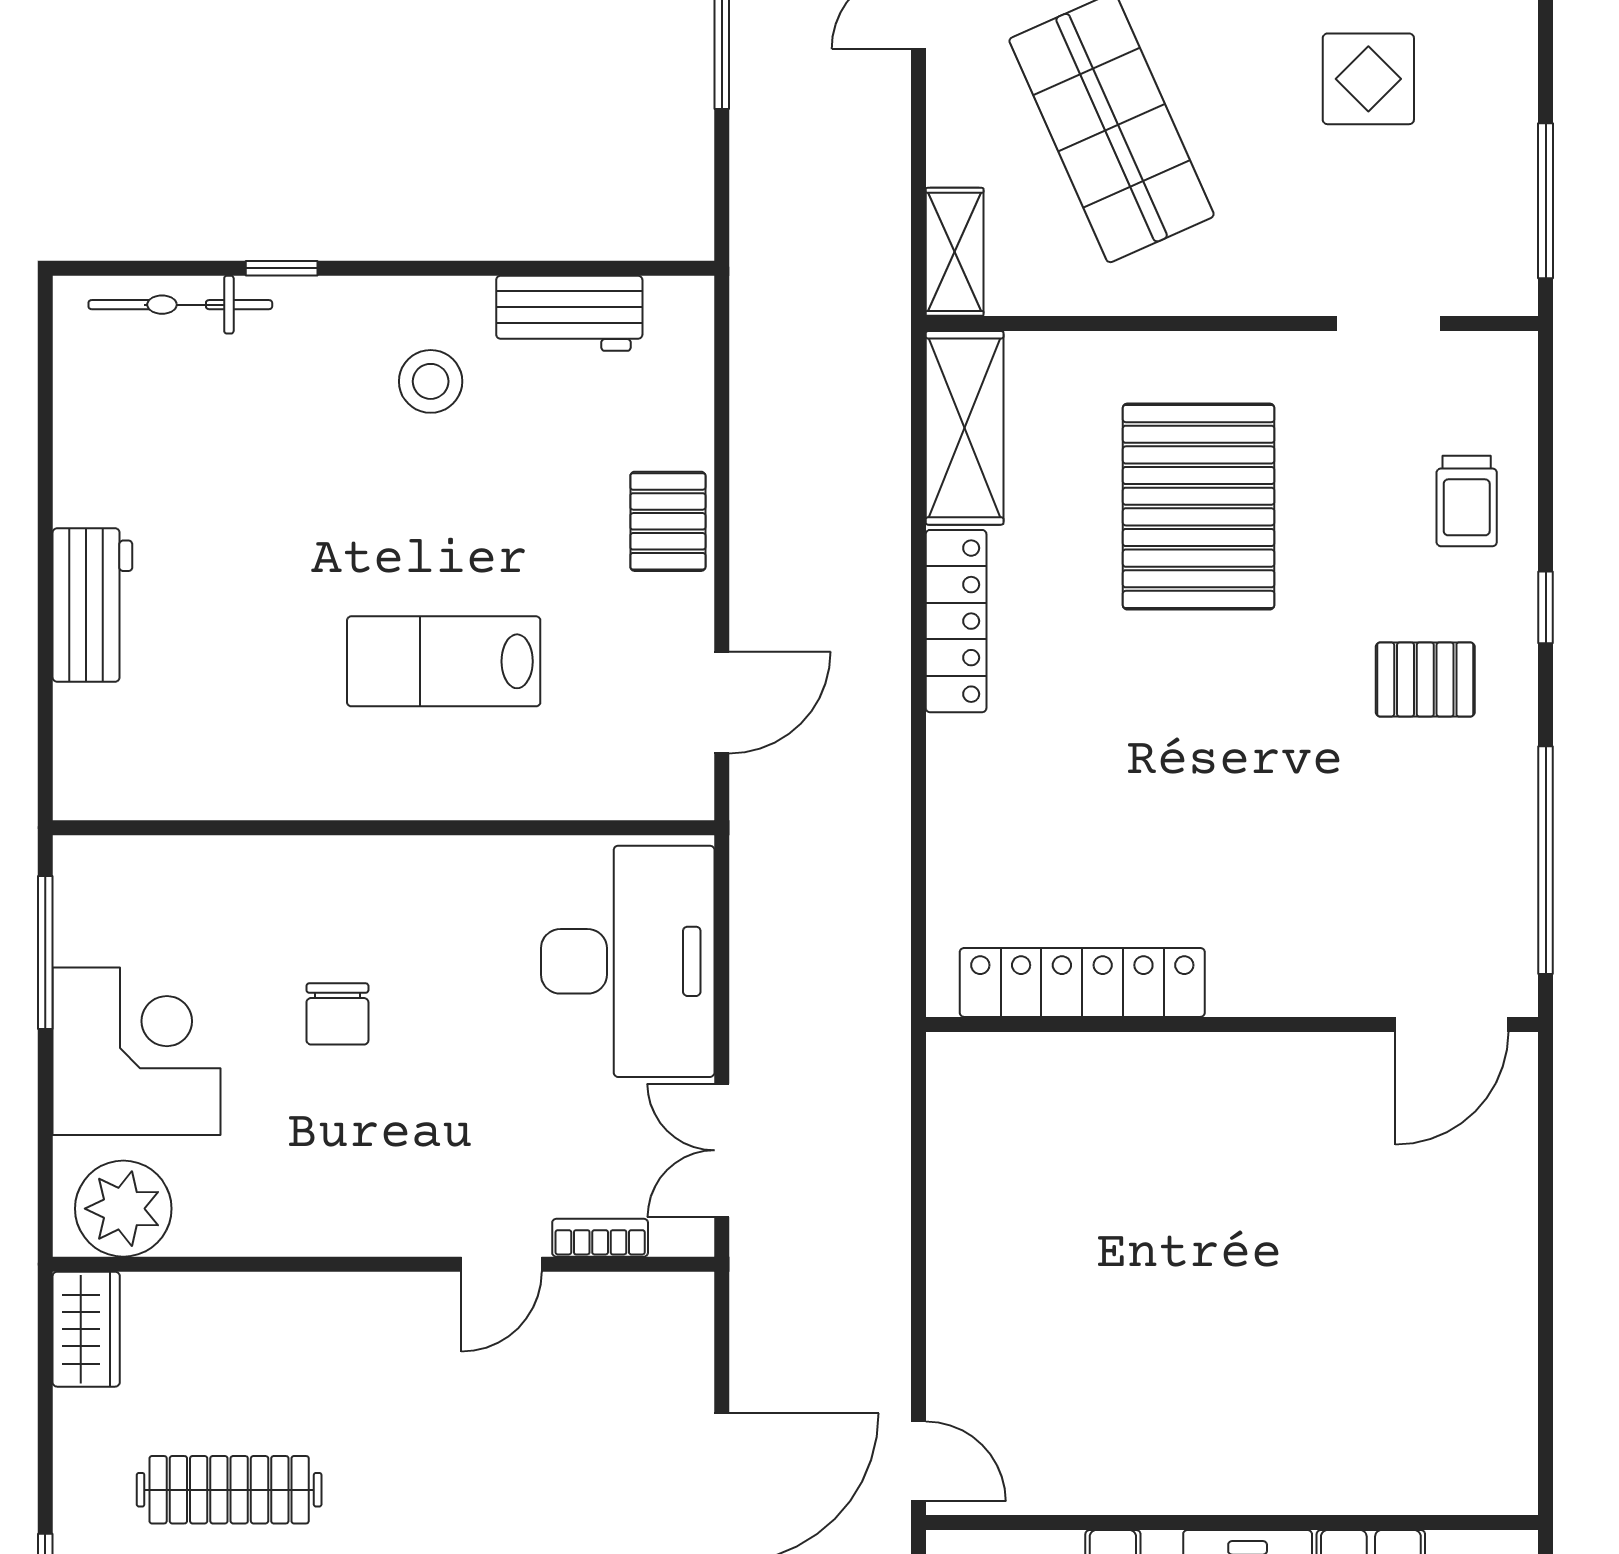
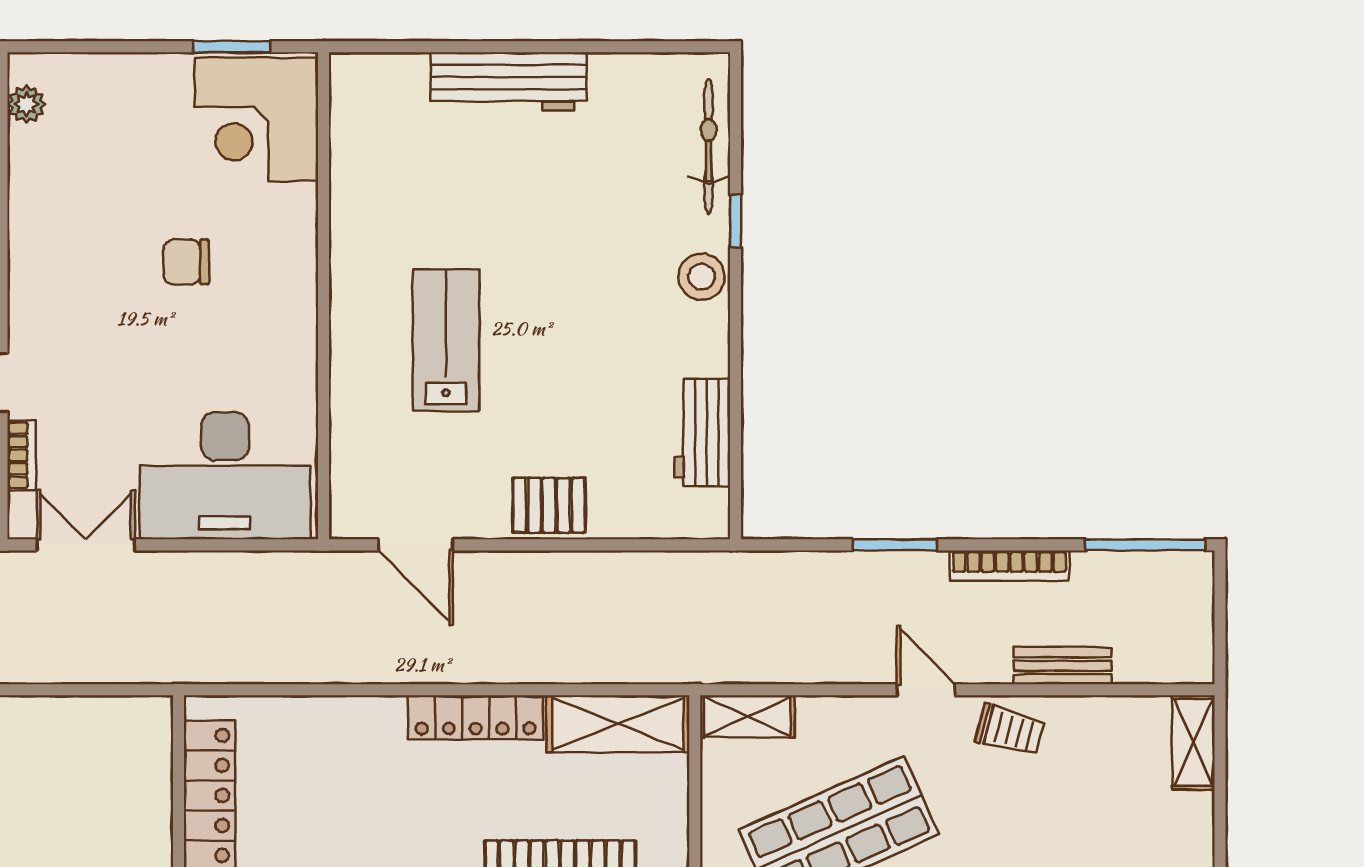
stool: (431, 381) -> (701, 277), moved
workbench: (92, 605) -> (509, 81), width x1.38
window: (45, 953) -> (232, 47), width x0.69
corner desk: (137, 1051) -> (256, 120), moved, turned 90
plant: (123, 1209) -> (26, 104), width x0.53, depth x0.53

